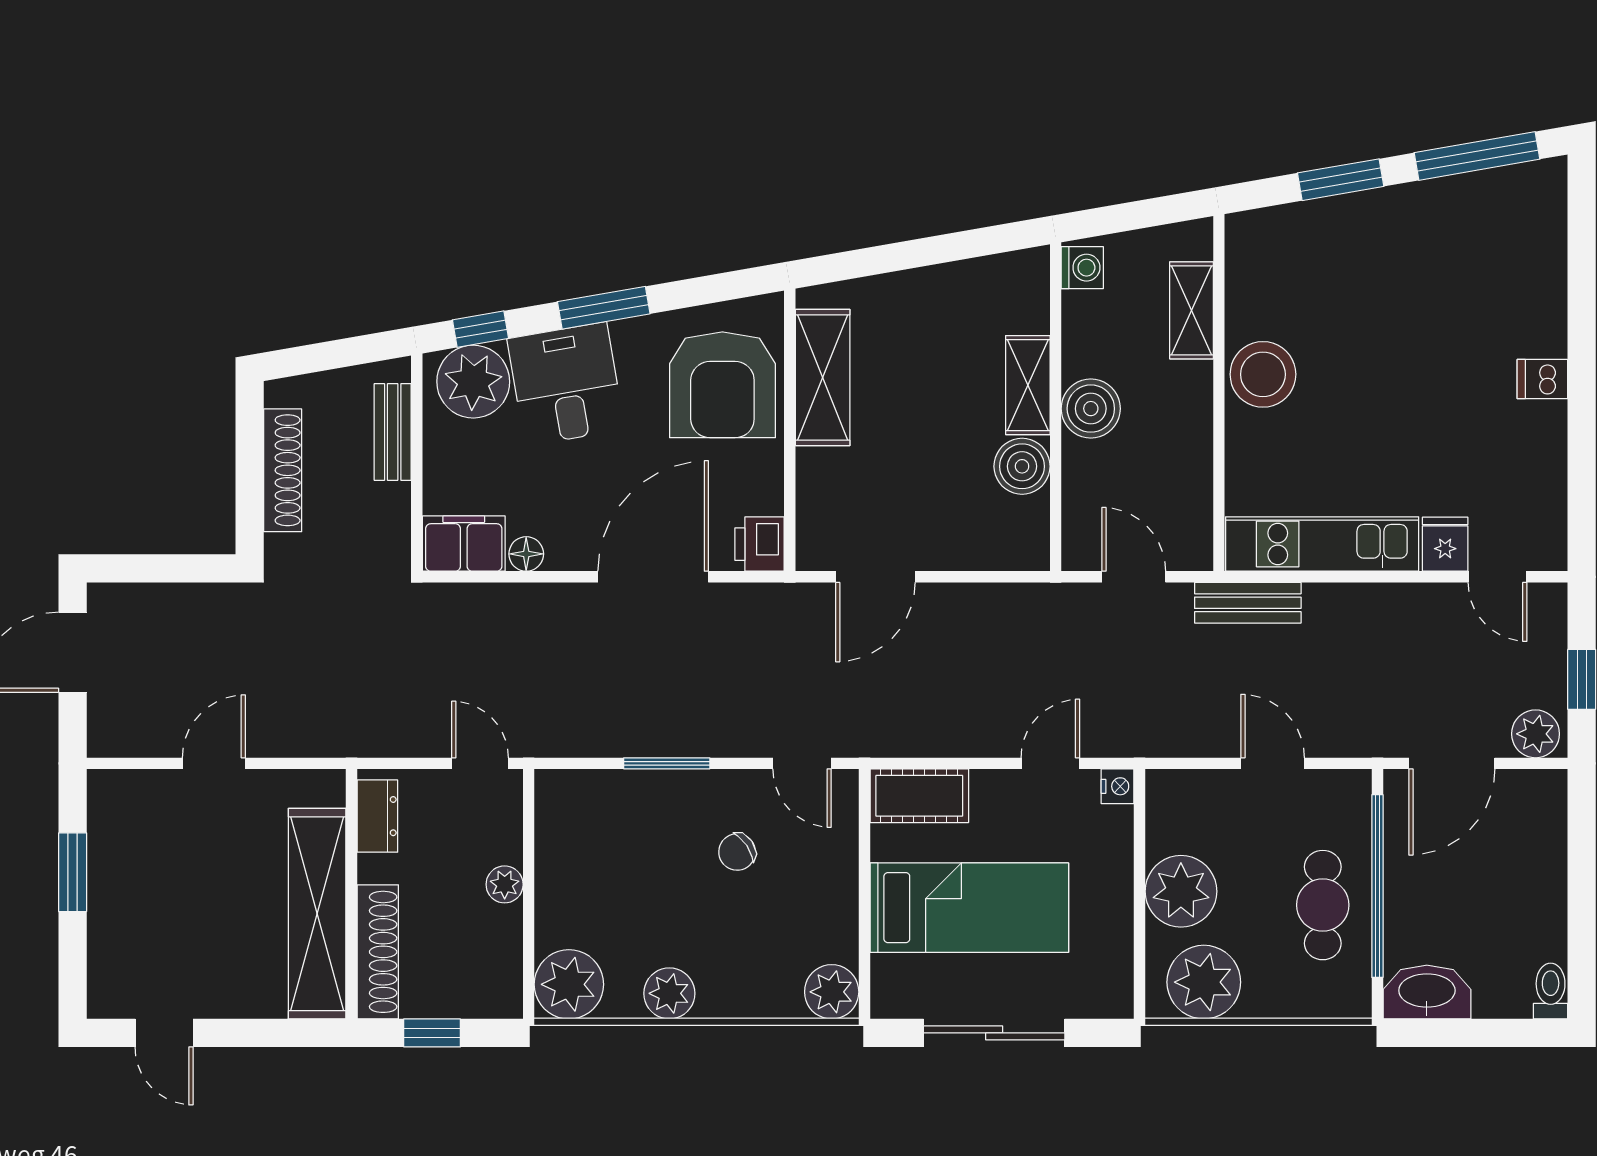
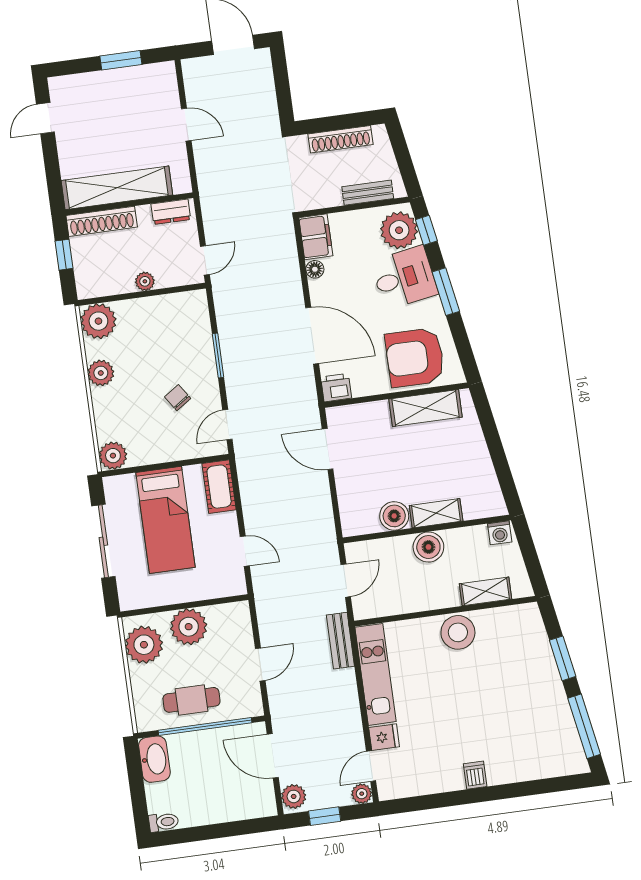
plant: (1548, 602) -> (362, 794), added
nightstand: (1118, 786) -> (238, 587), removed

